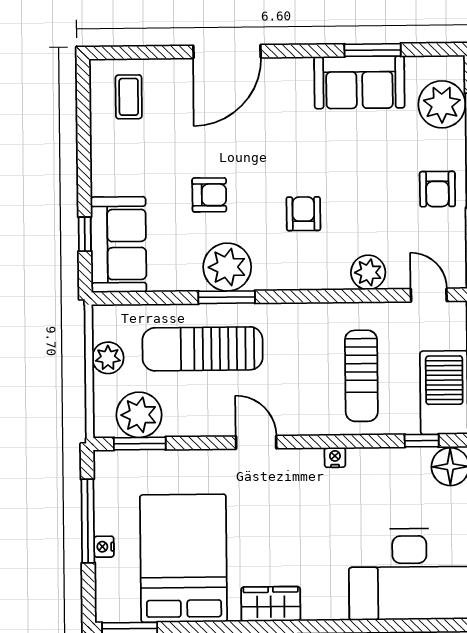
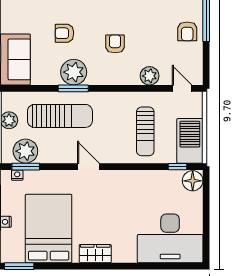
armchair: (209, 195) -> (64, 33), turned 180
sun lounger: (203, 349) -> (60, 116), turned 180
nightstand: (335, 457) -> (17, 175), moved

